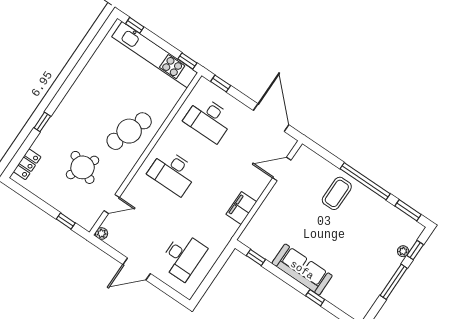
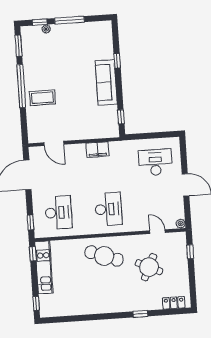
kitchen unit: (155, 55) -> (44, 267), width x0.73

